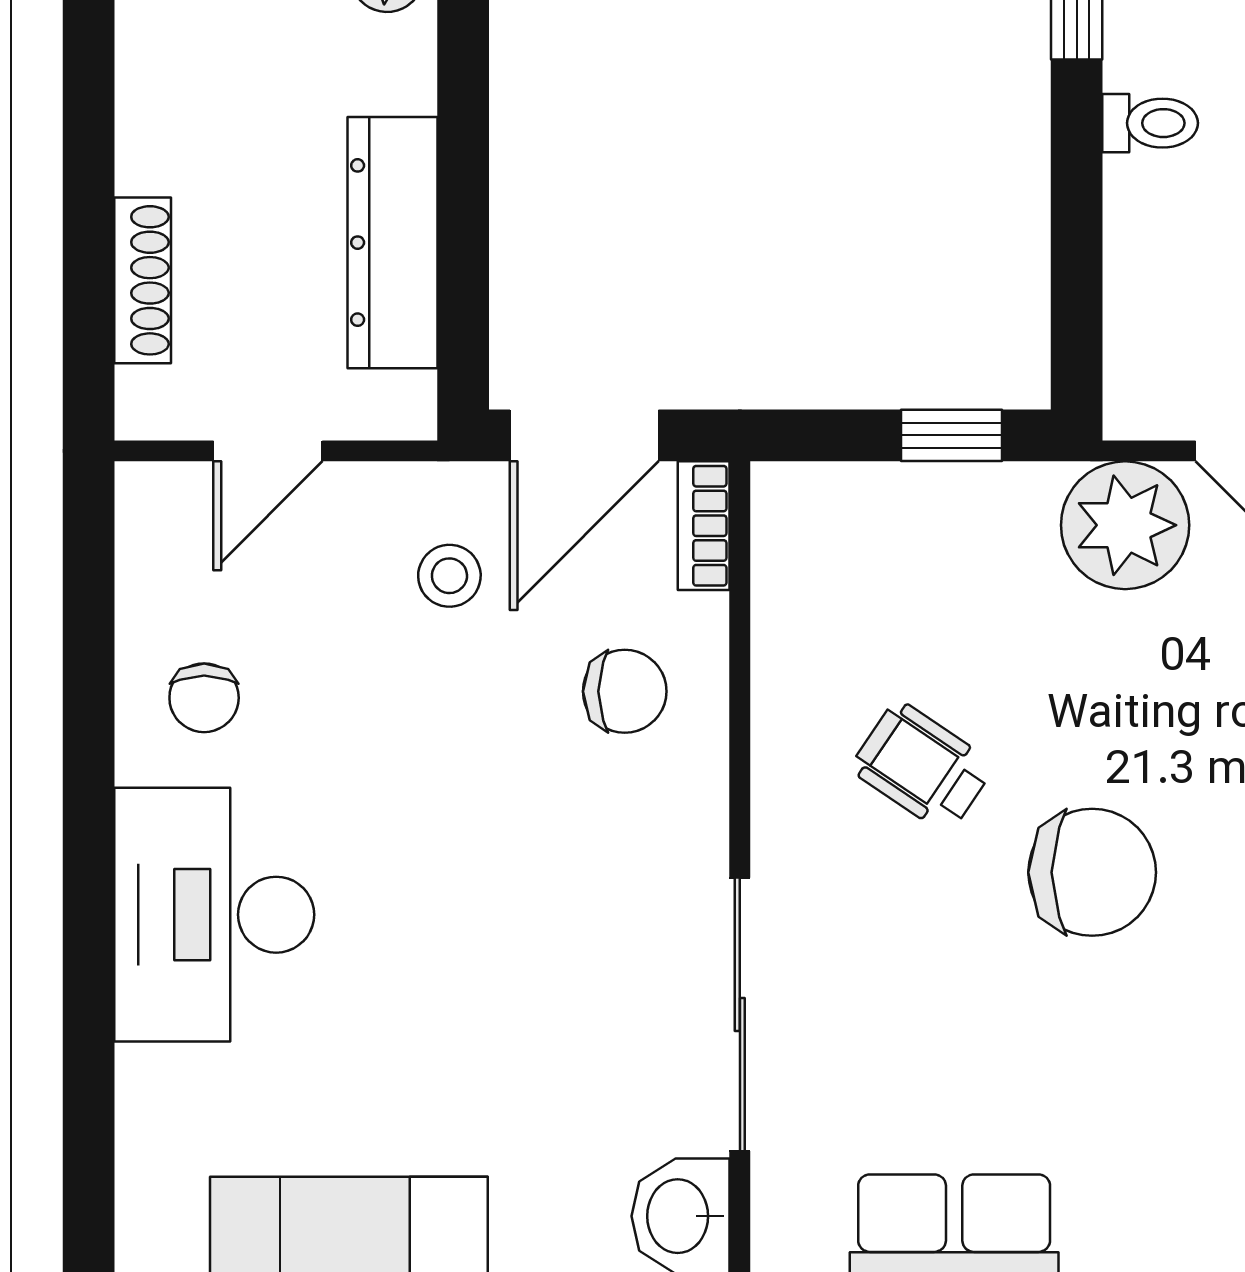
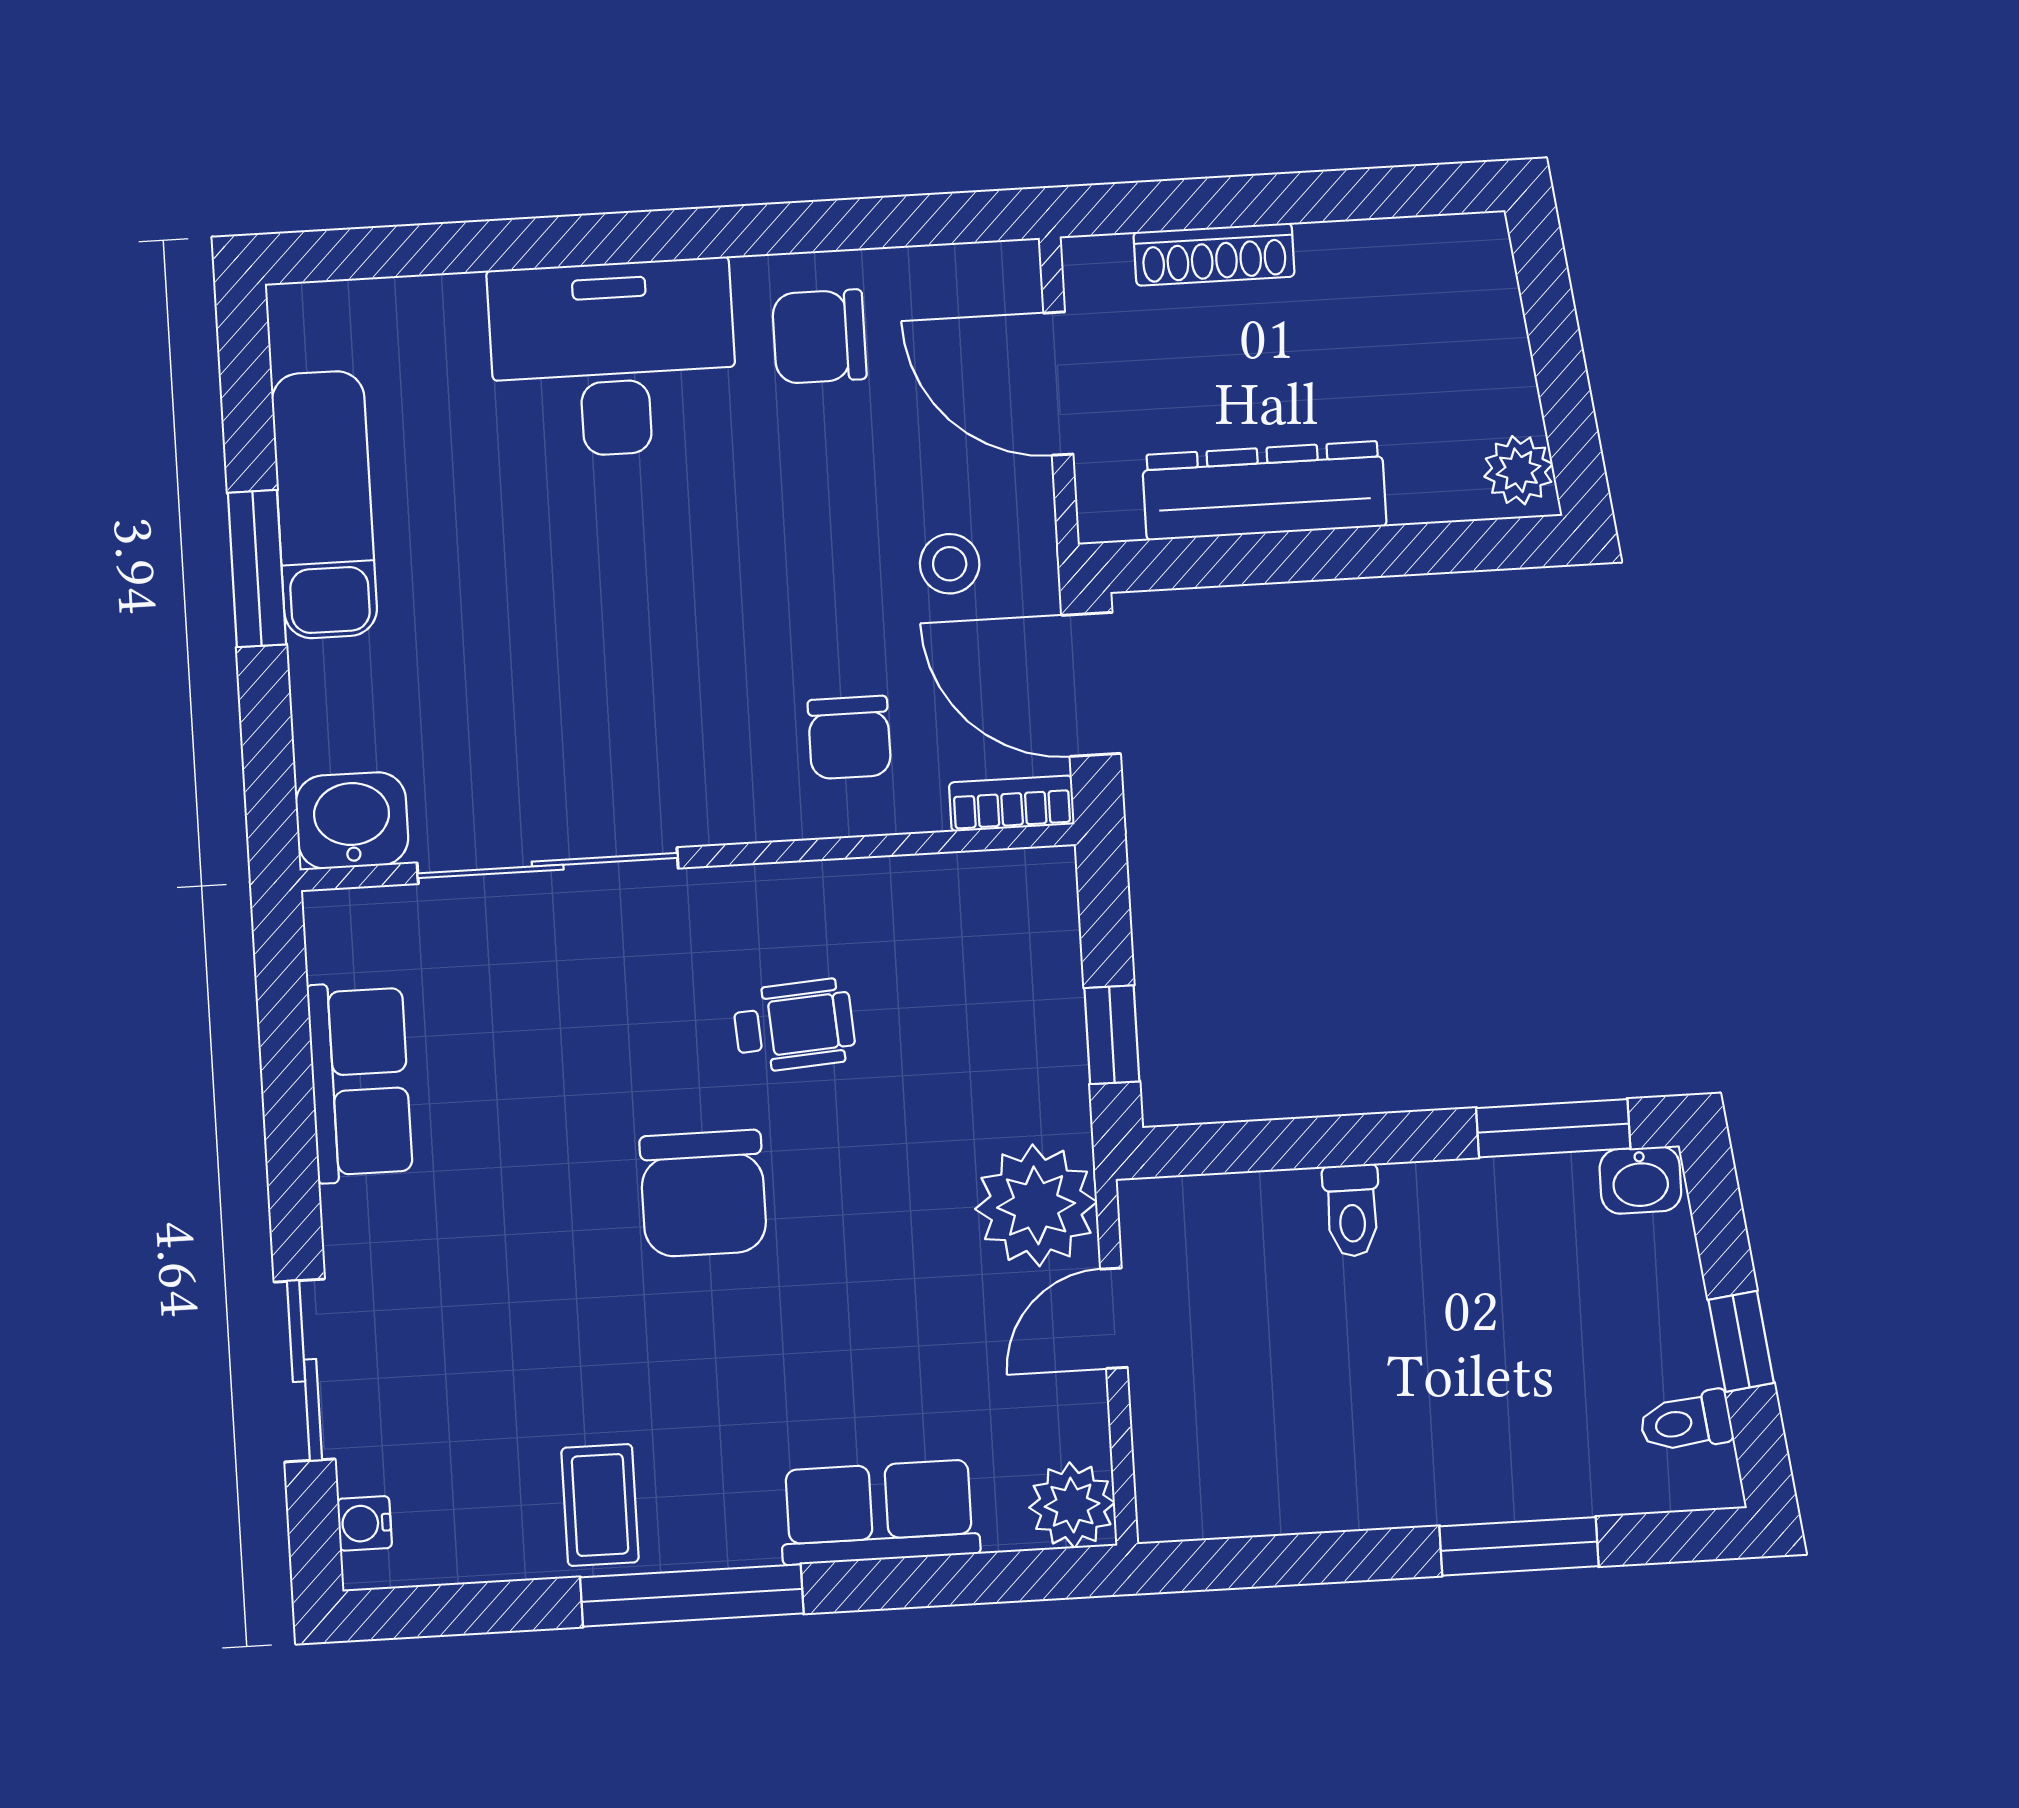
toilet: (1150, 123) -> (1352, 1210), moved
door: (268, 451) -> (1058, 384), width x1.38
chair: (204, 698) -> (819, 337), width x1.37, depth x1.37
wheelchair: (922, 767) -> (794, 1026), turned 52

